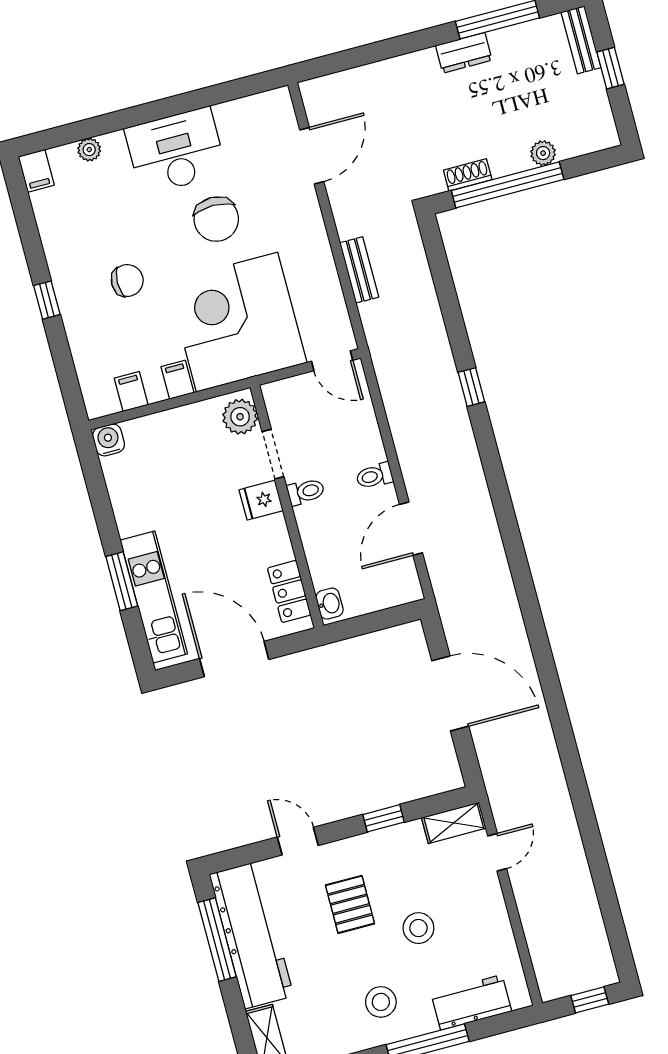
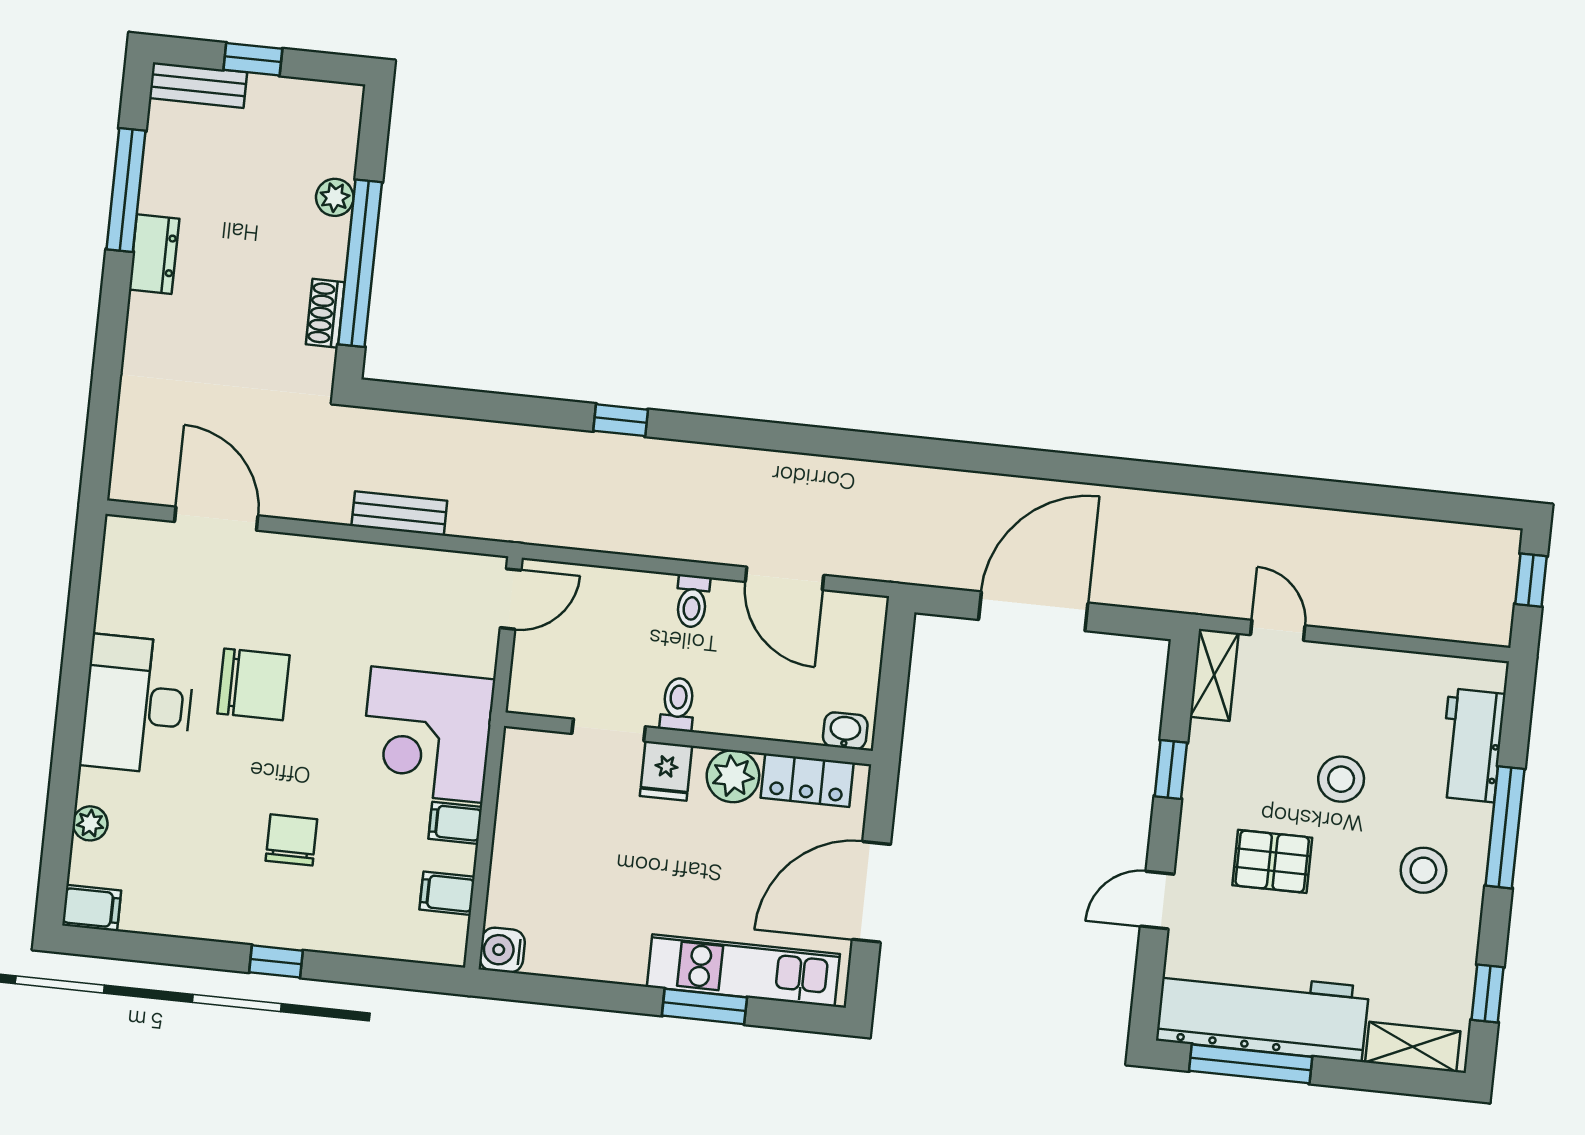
corner desk: (237, 322) -> (427, 735), width x0.74, depth x0.74
plant: (240, 417) -> (733, 776), moved

